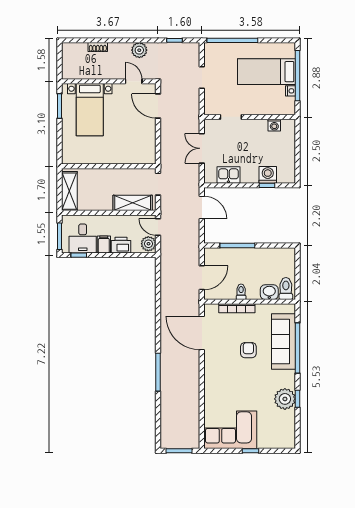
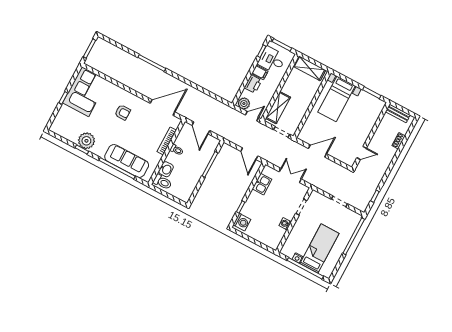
plant: (139, 50) -> (381, 168), removed
bench: (67, 64) -> (398, 113), added
door: (158, 106) -> (317, 151), moved
bed with nightstands: (90, 110) -> (337, 99), moved, turned -90
washing machine: (274, 125) -> (285, 224), moved
washing machine: (268, 175) -> (242, 222), moved
door: (202, 208) -> (249, 154), hinge flipped
armchair: (248, 350) -> (123, 112), moved

